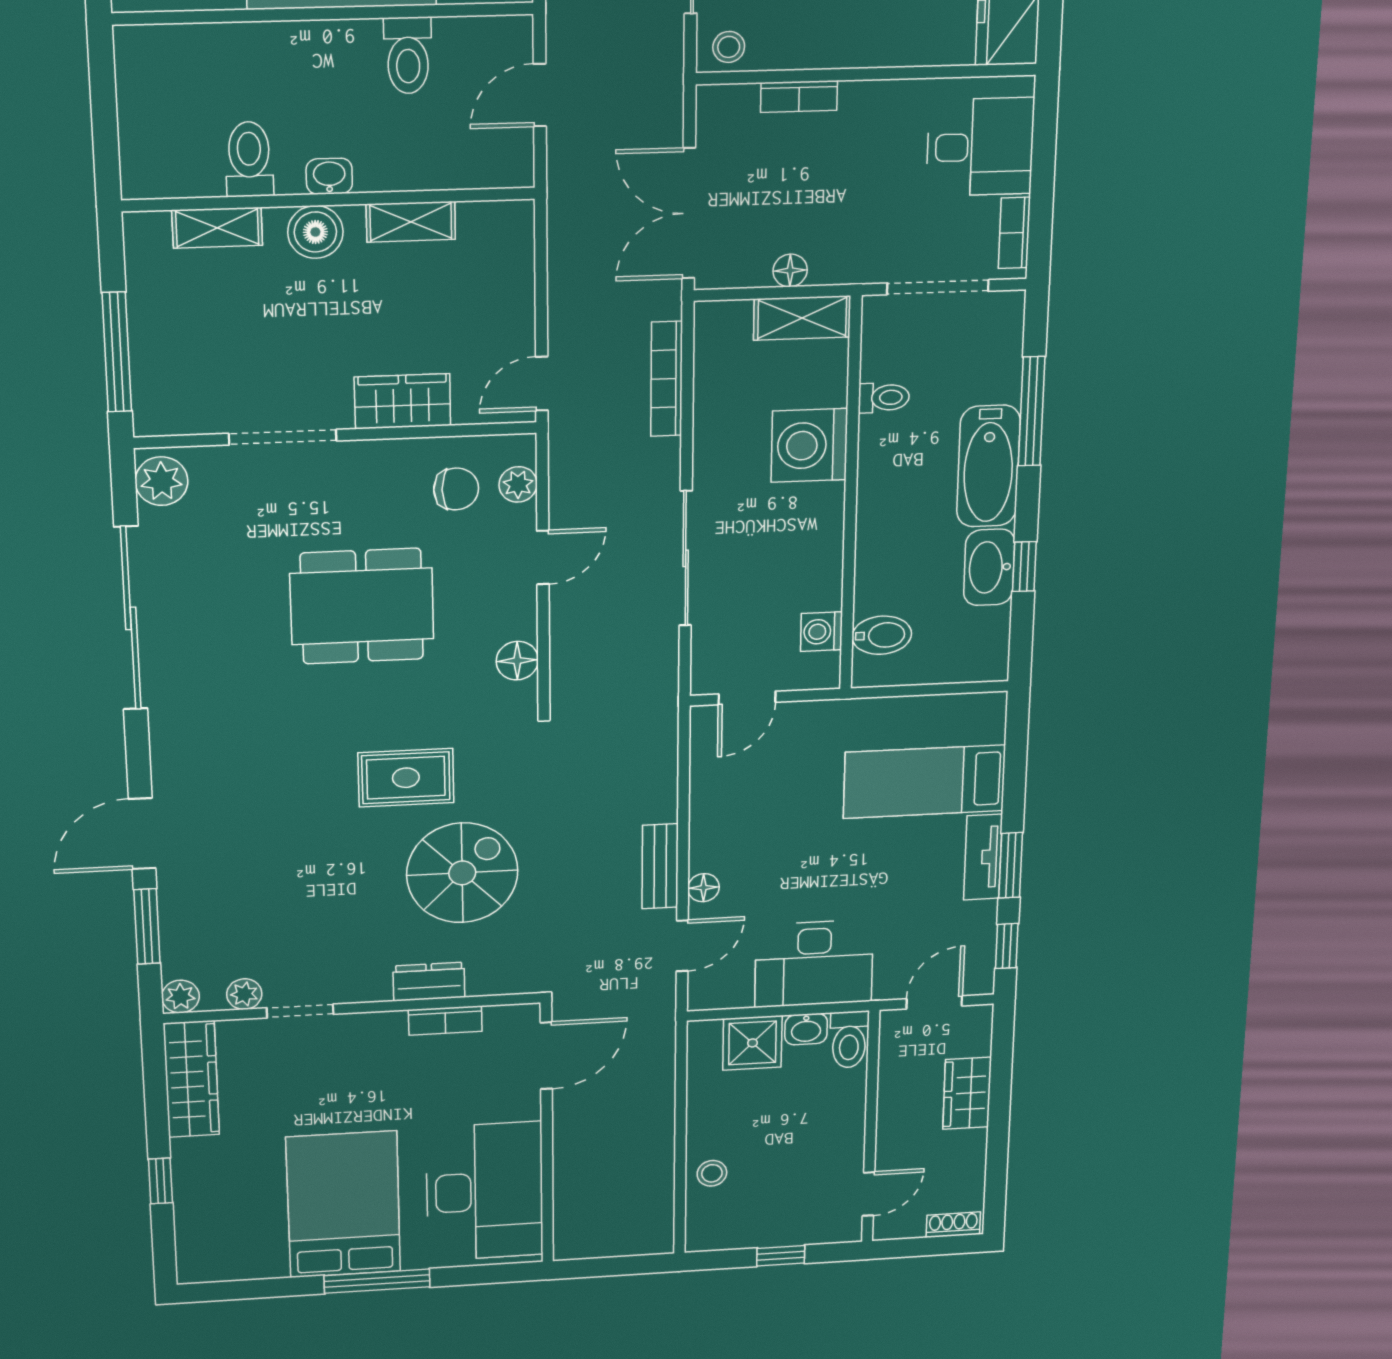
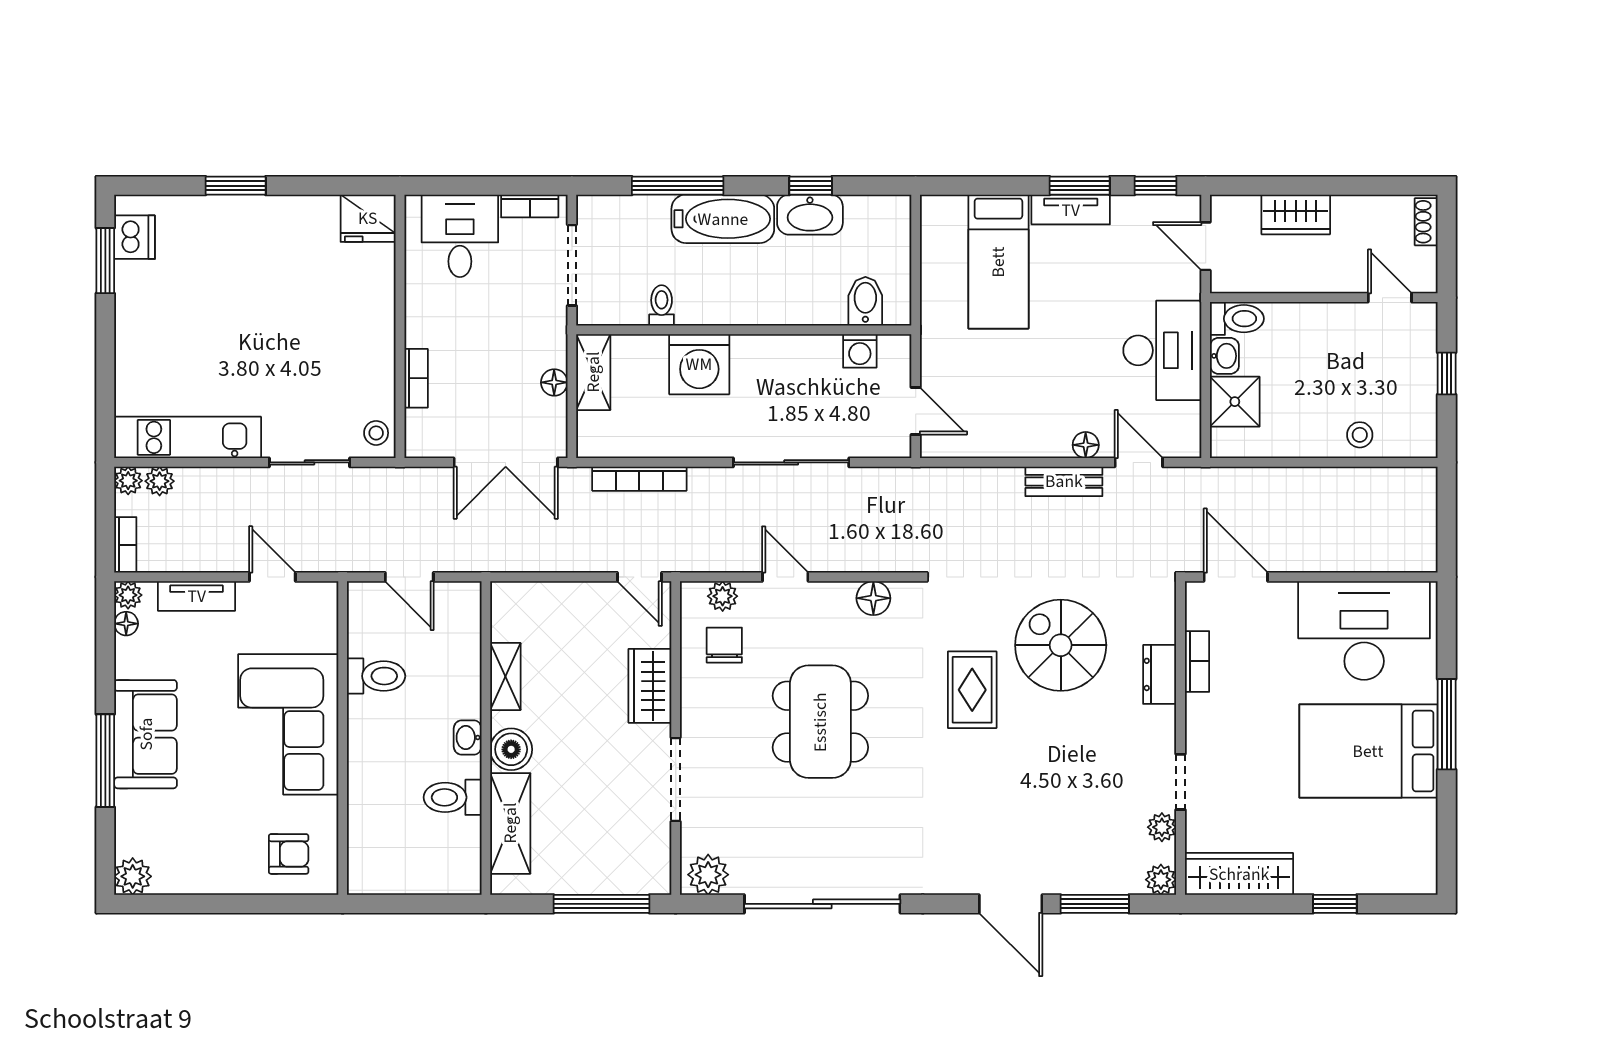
shelving: (217, 228) -> (510, 823), width x1.50, depth x1.33

